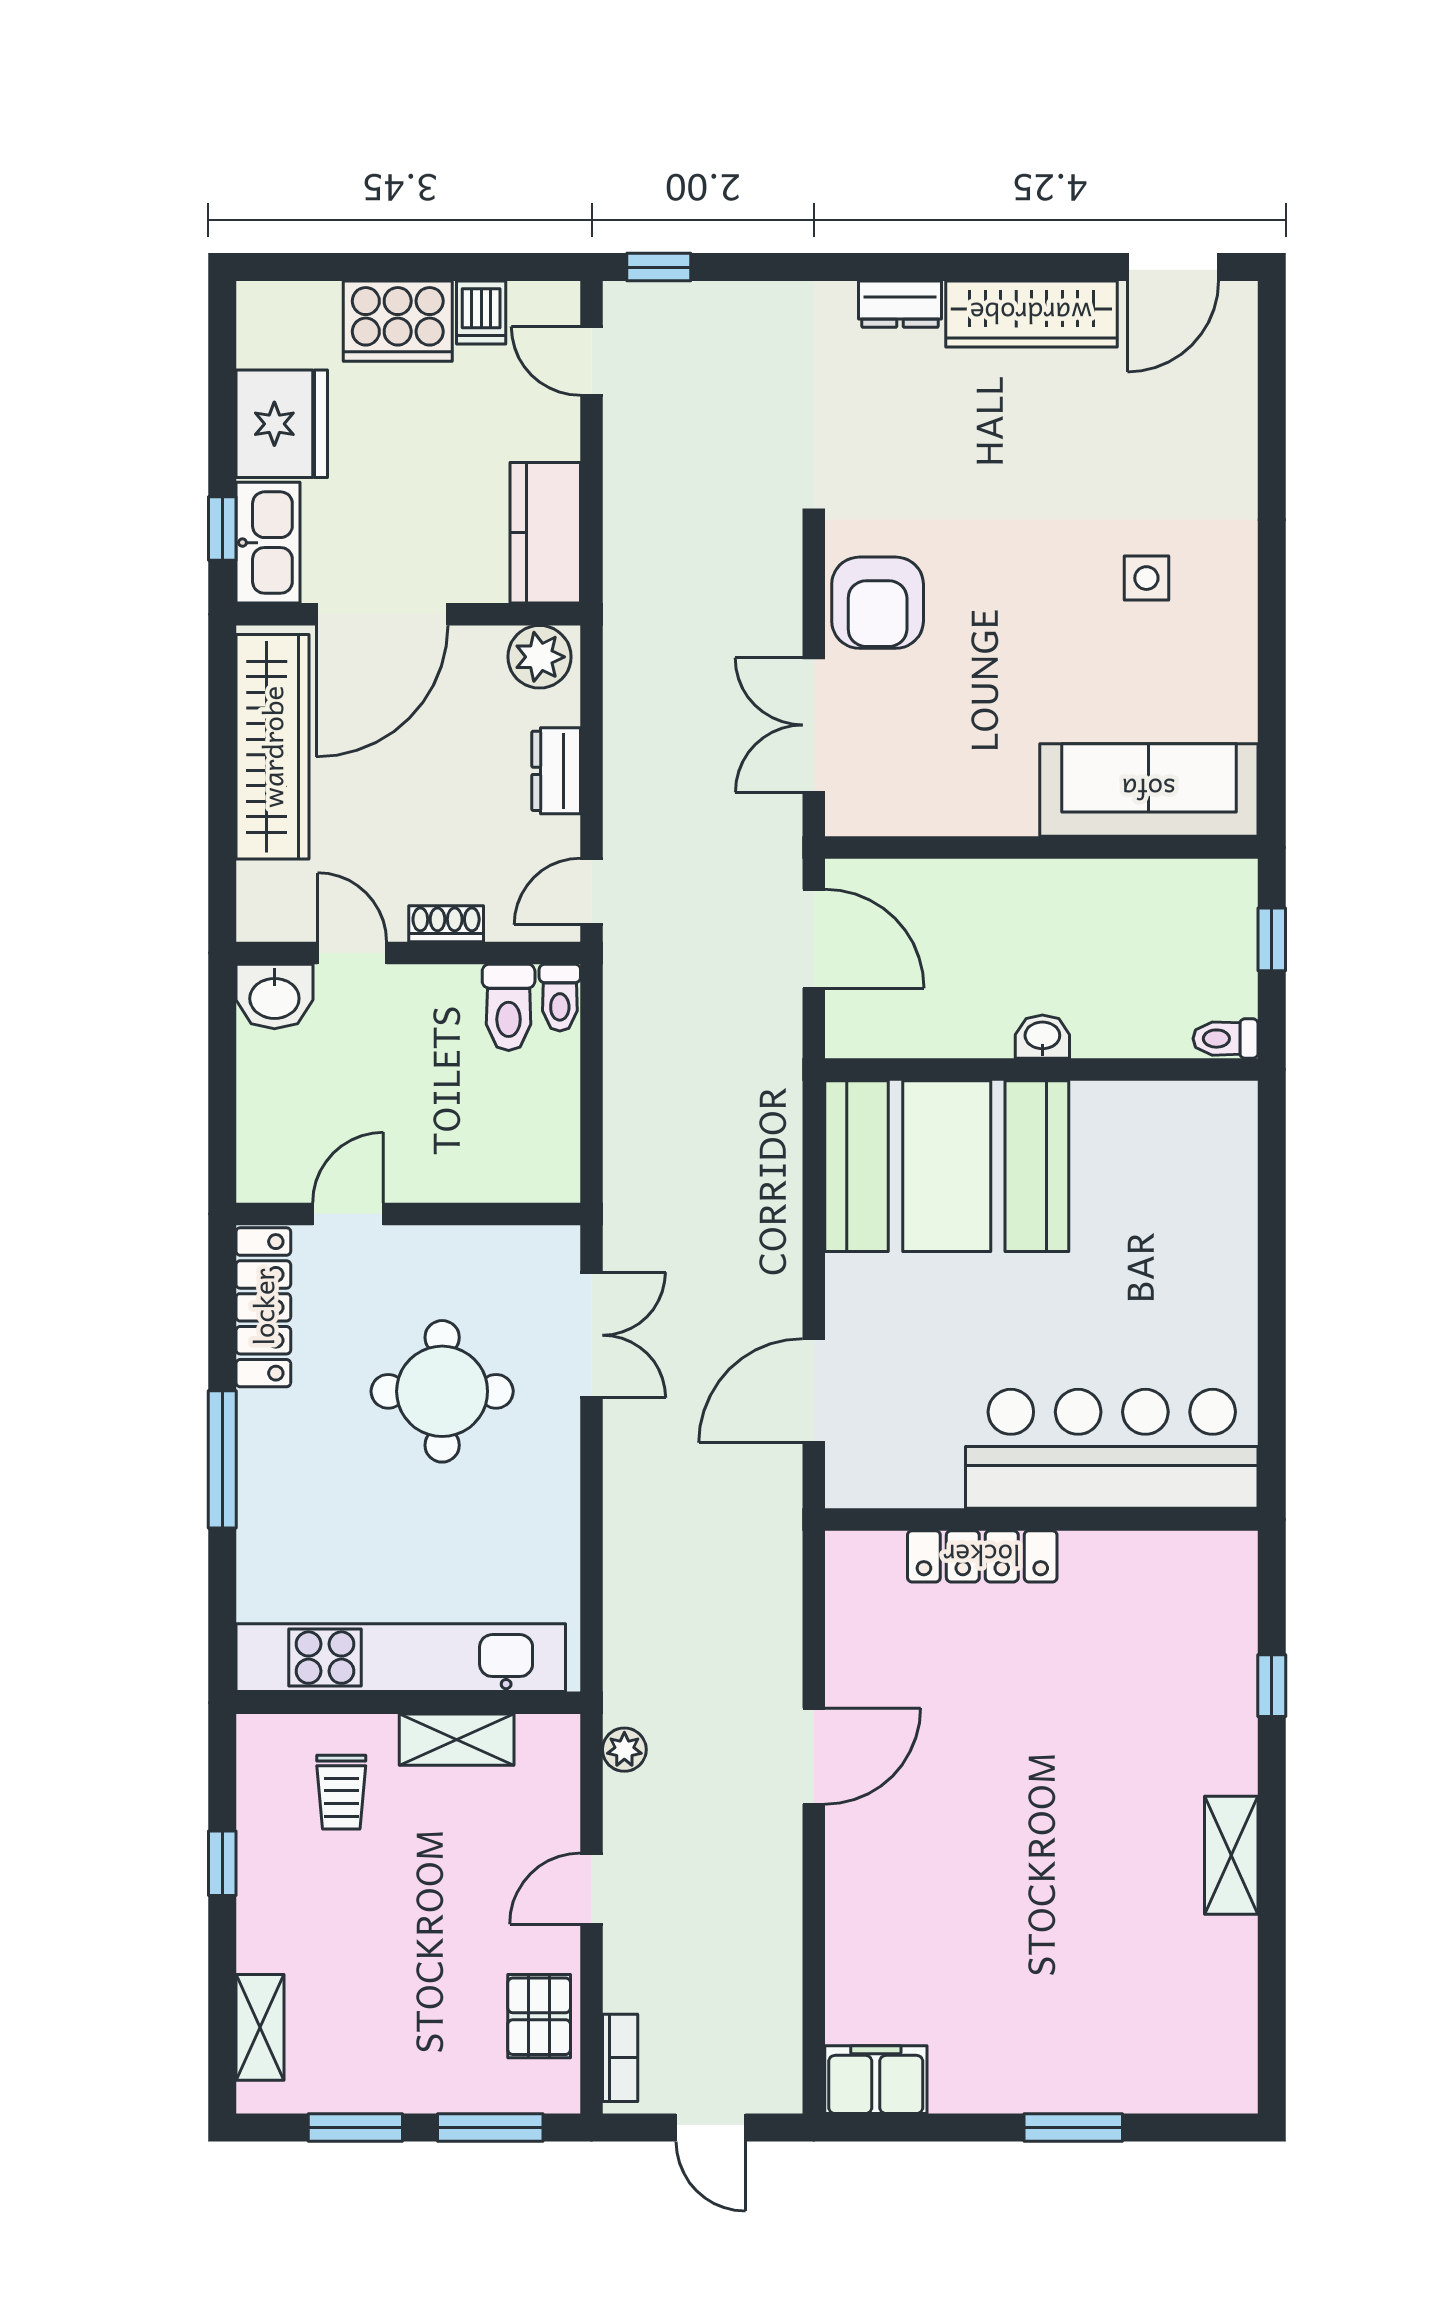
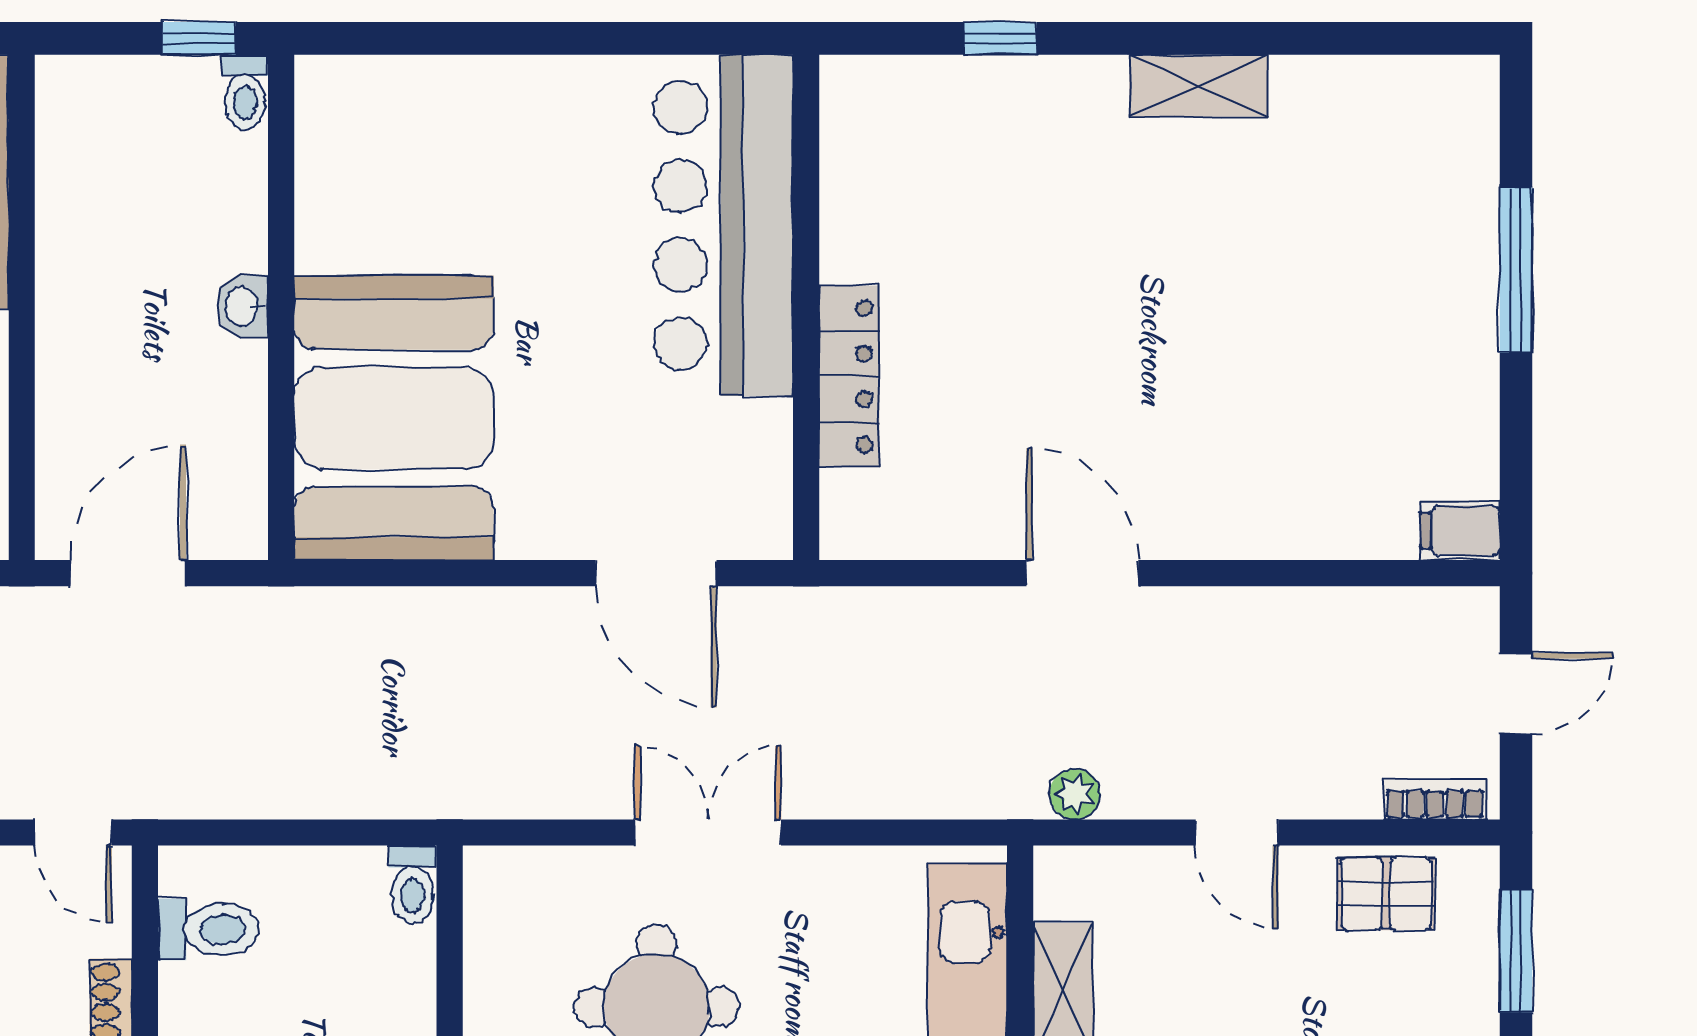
window: (1272, 939) -> (199, 38), moved
toilet: (560, 998) -> (413, 885), moved, turned 90
double door: (592, 1335) -> (708, 832), moved
filing cabinet: (876, 2080) -> (1460, 530), width x0.50
window: (1073, 2128) -> (1516, 270), width x1.44

